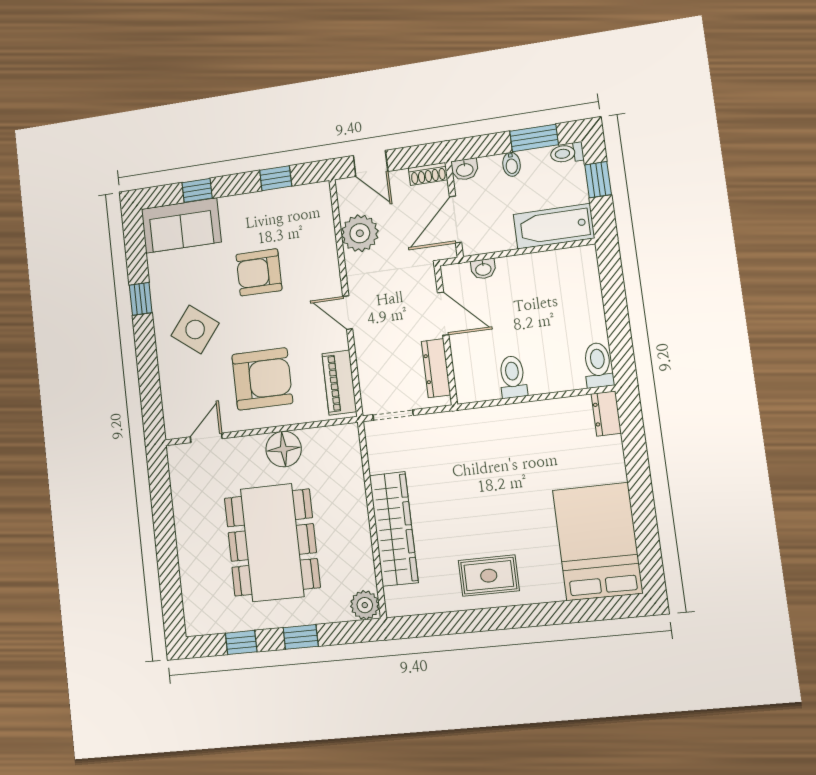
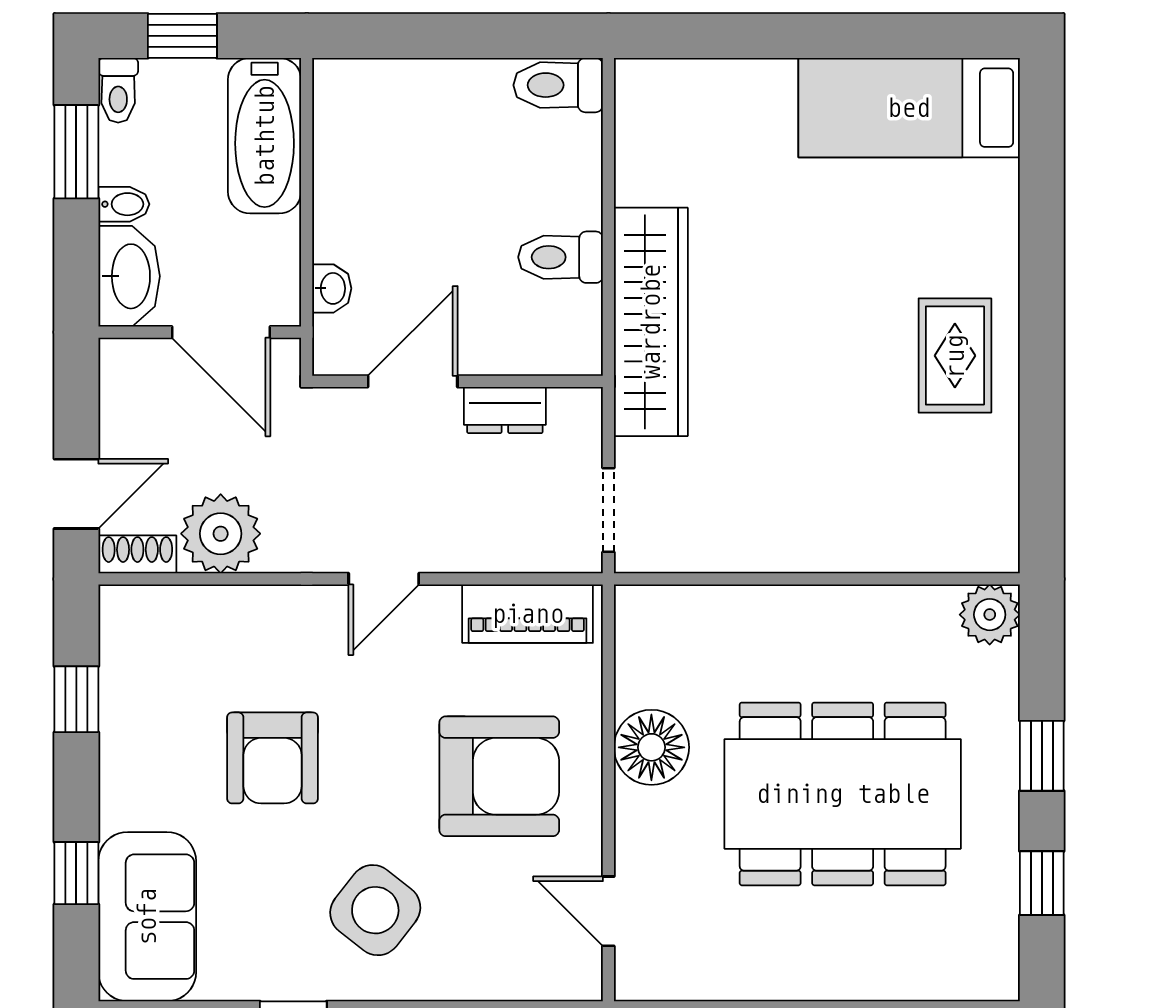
washbasin: (465, 169) -> (129, 276), width x1.91, depth x1.45
shoe rack: (428, 174) -> (137, 554), moved, turned -90
dresser: (436, 368) -> (505, 410), width x0.70
armchair: (262, 379) -> (499, 776), turned 90
dresser: (606, 413) -> (657, 82), removed
wardrobe: (394, 529) -> (651, 322), moved, turned 90
bed: (597, 542) -> (909, 108), width x0.67

